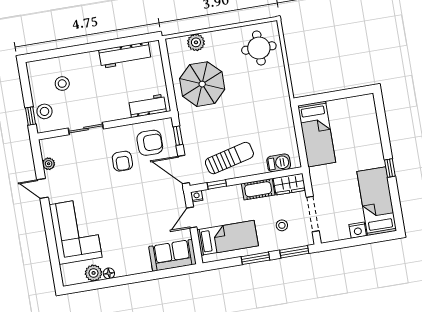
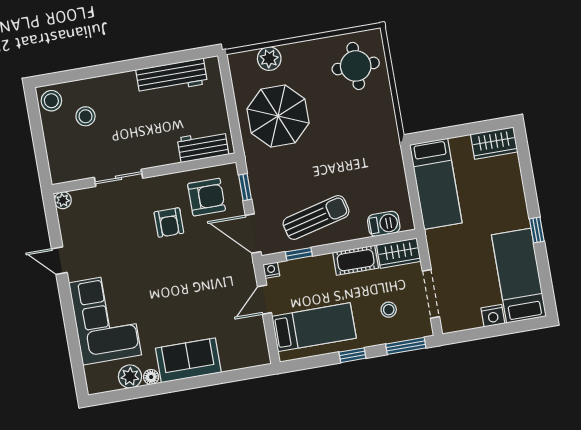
wardrobe: (359, 105) -> (494, 143), added
stool: (45, 111) -> (51, 101), moved
window: (30, 116) -> (42, 161), removed
plant: (49, 164) -> (63, 200), moved
sofa: (172, 255) -> (188, 360), moved
window: (255, 258) -> (352, 355), width x0.67

